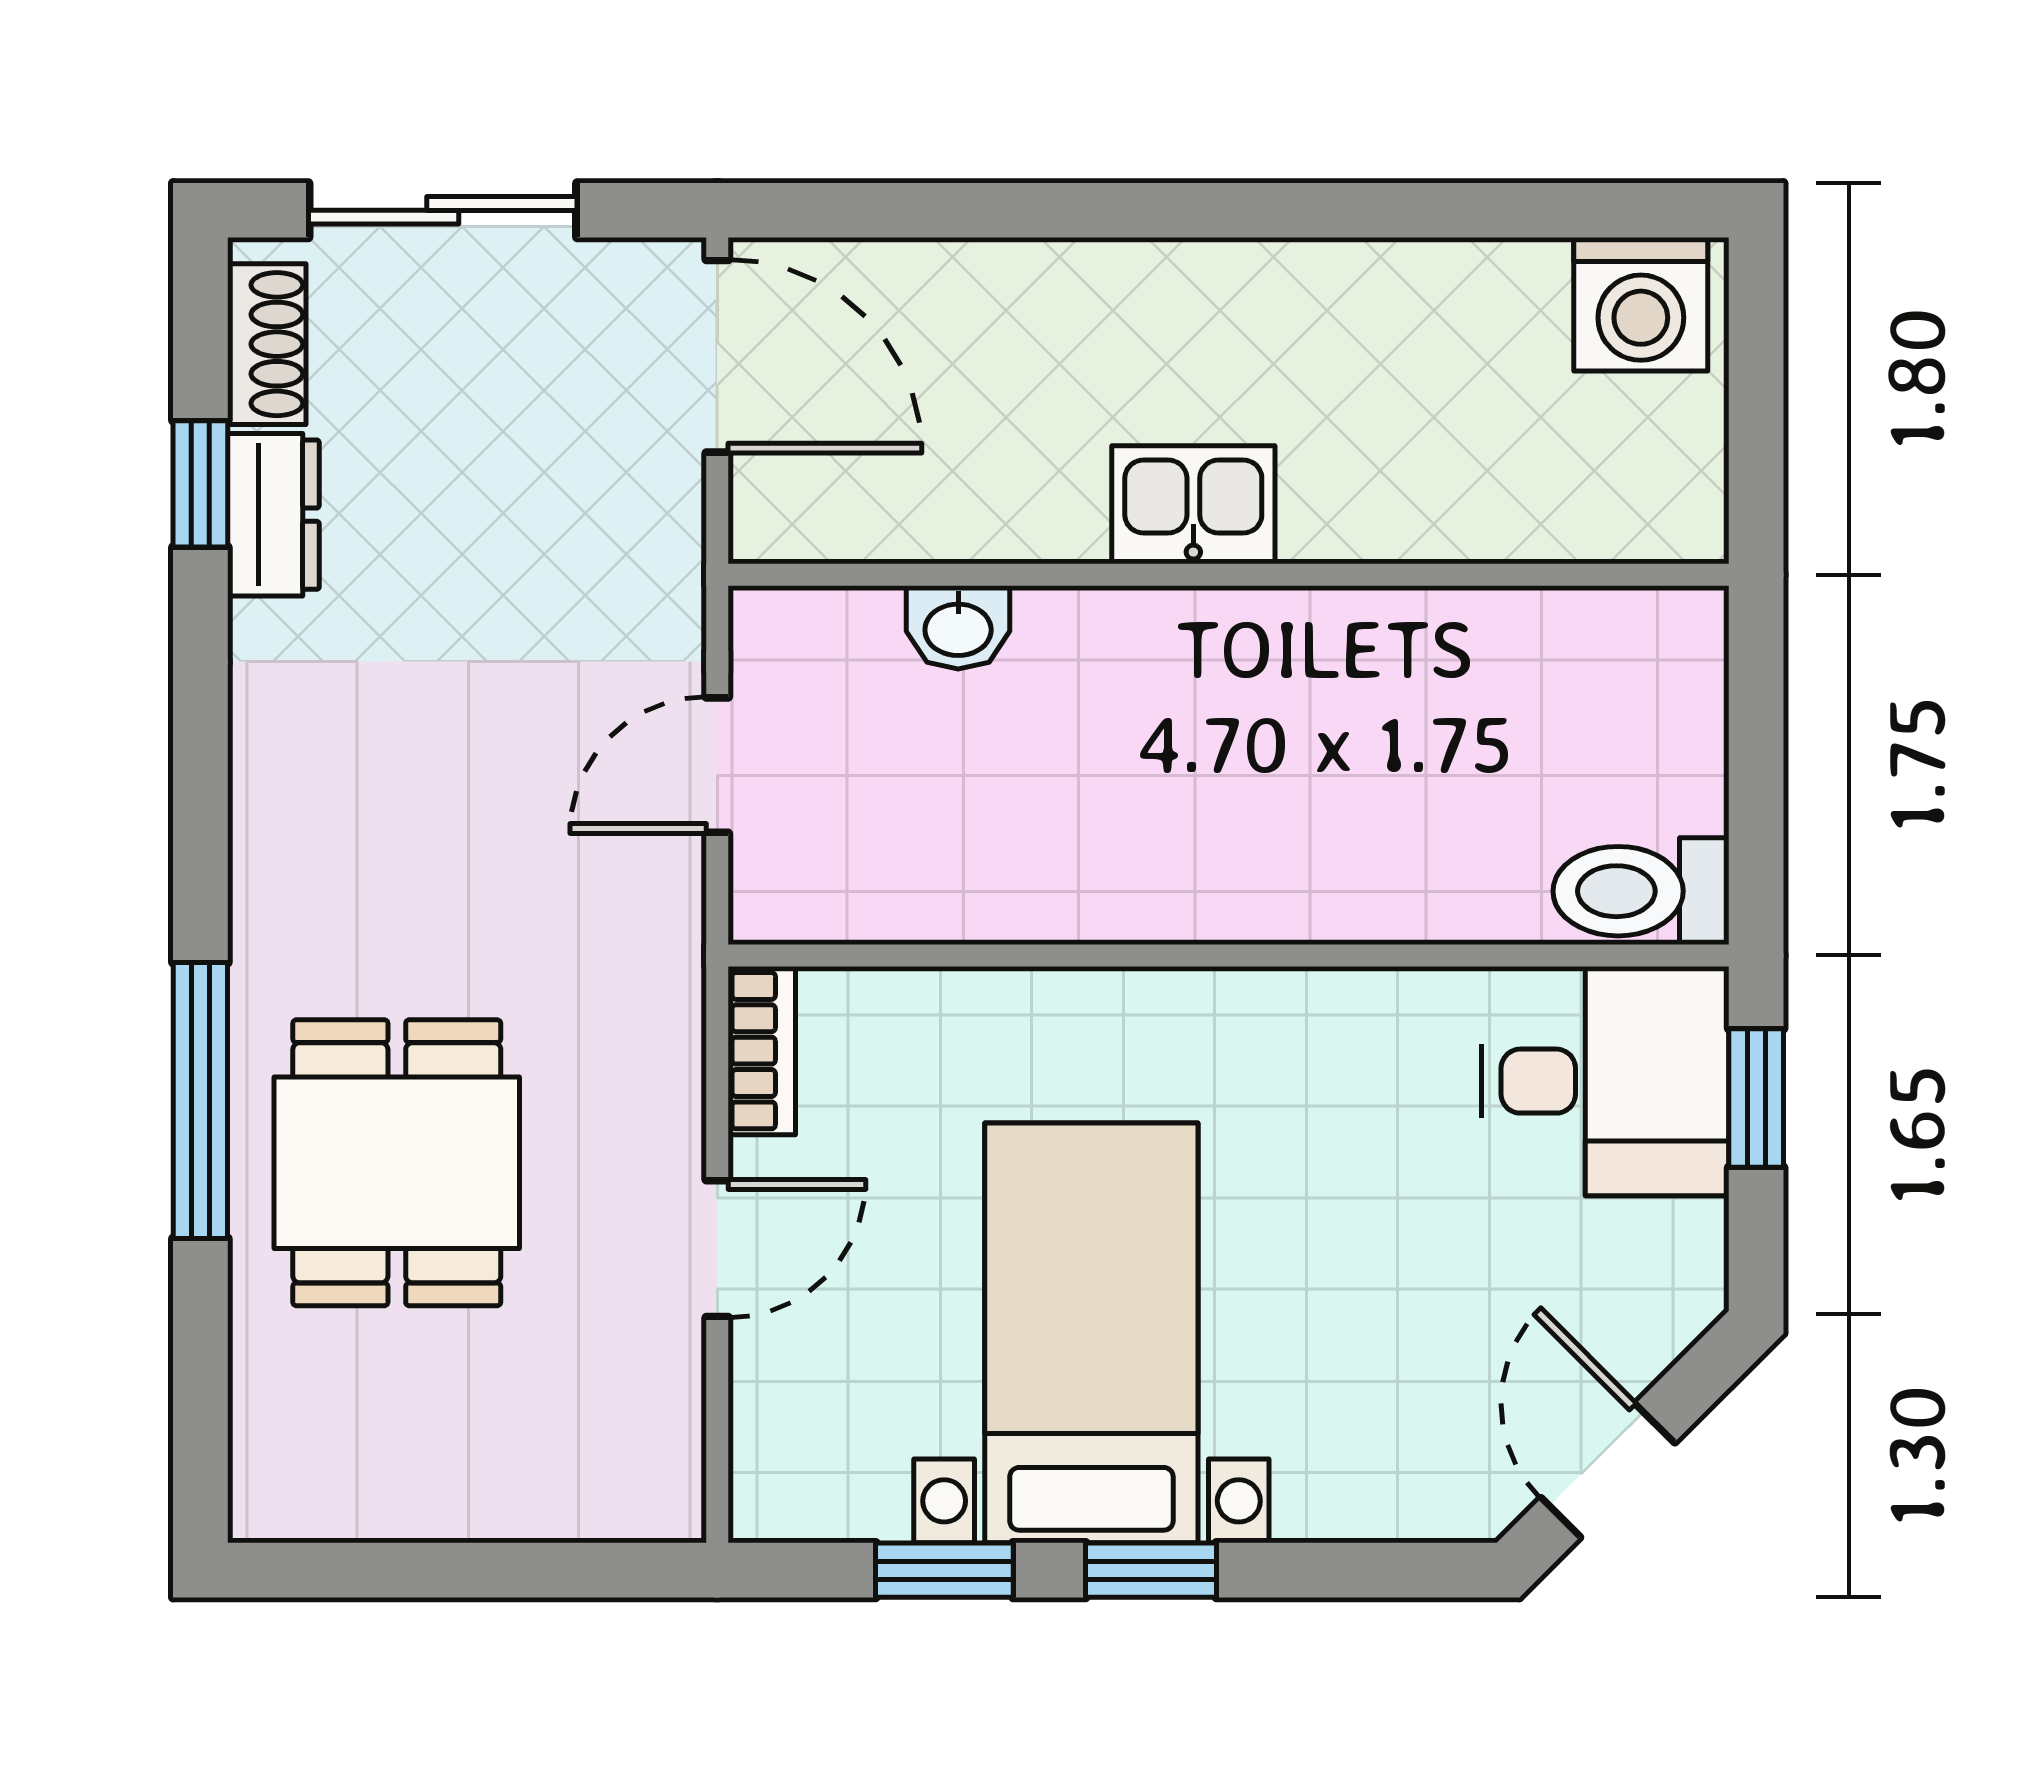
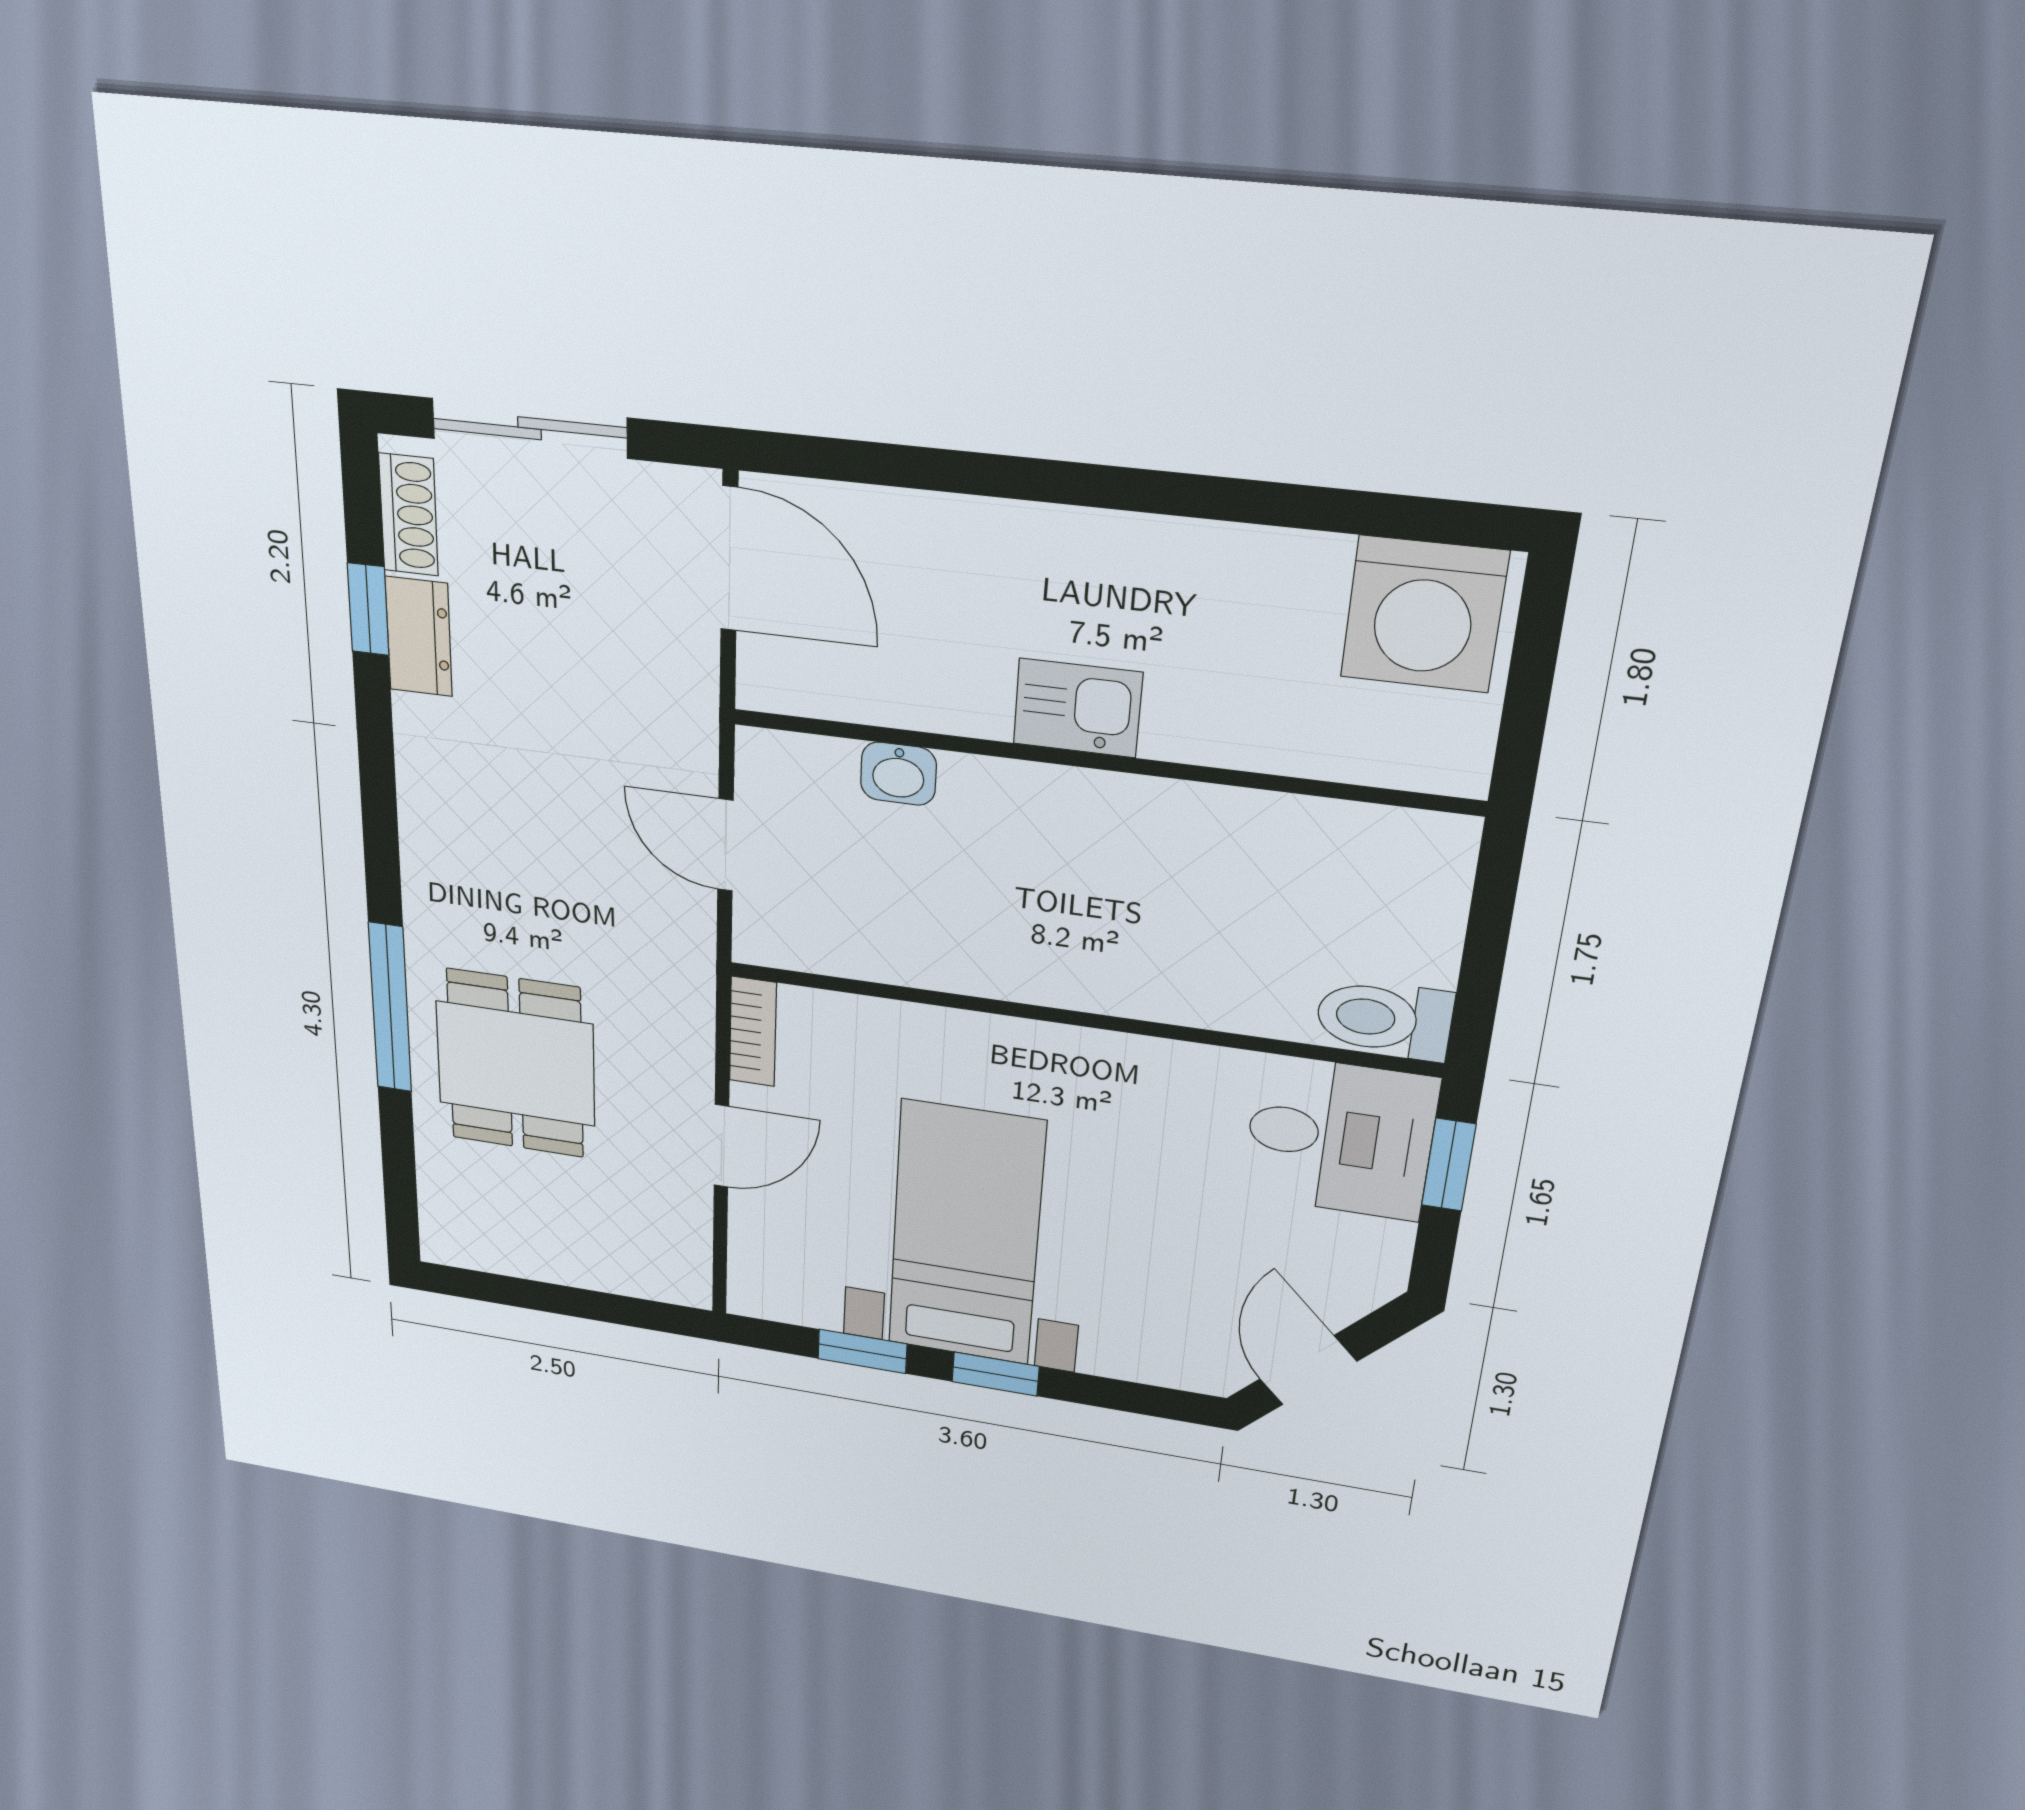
washing machine: (1641, 304) -> (1424, 614), width x1.37, depth x1.37
door: (717, 765) -> (726, 845), hinge flipped

